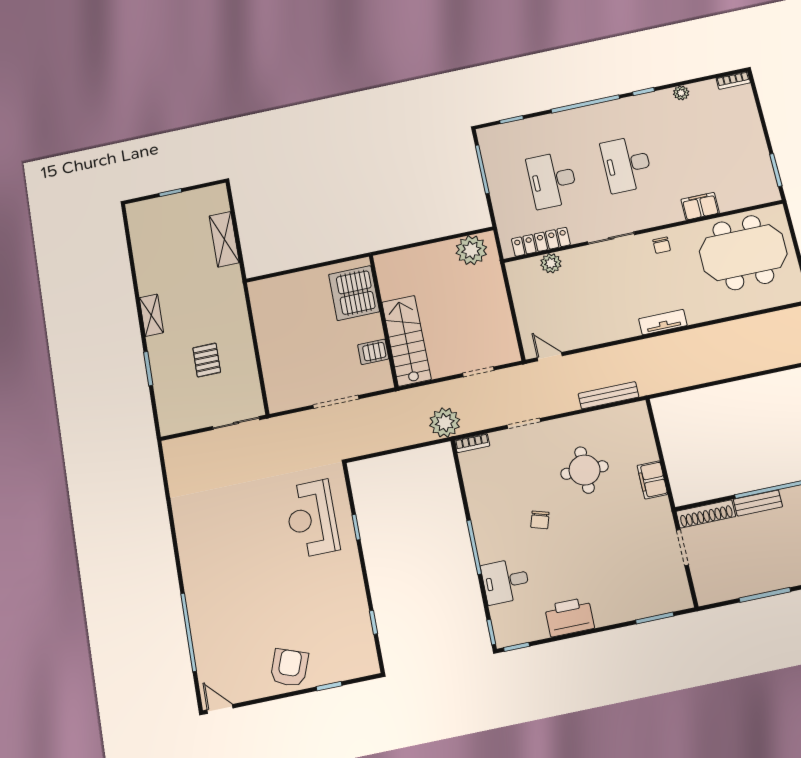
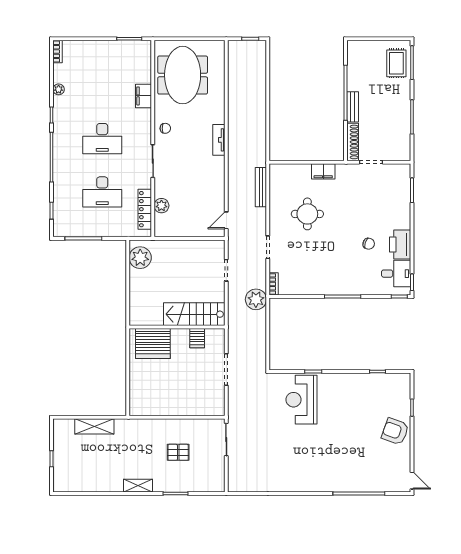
reception desk: (312, 519) -> (302, 400), turned 90
chair: (540, 520) -> (369, 244), moved
desk: (506, 581) -> (396, 274), moved, turned -90
door: (220, 709) -> (412, 481), swing flipped

